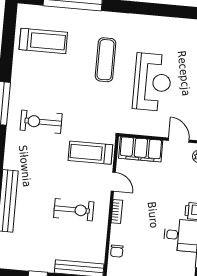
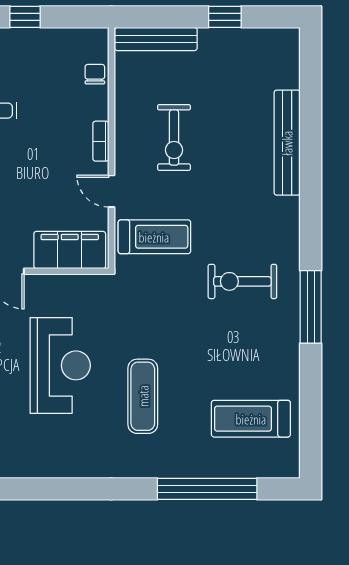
reception desk: (152, 82) -> (60, 365), turned 180
exercise bike: (41, 122) -> (242, 281), turned 180
exercise bike: (74, 210) -> (174, 138), turned -90

